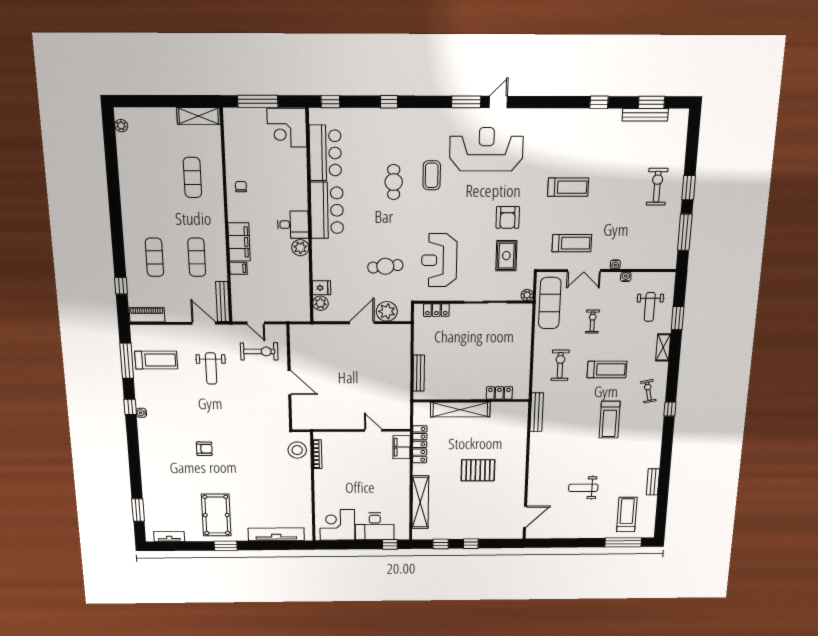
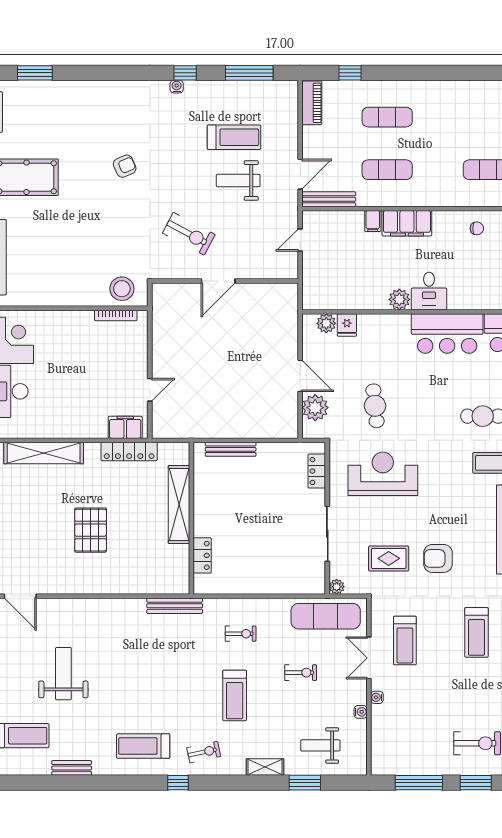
exercise bike: (259, 351) -> (189, 234), moved, turned -62
treadmill: (156, 360) -> (234, 137), moved, turned -90
exercise bike: (560, 365) -> (241, 634), width x0.73, depth x0.72
treadmill: (610, 420) -> (143, 746), moved
armchair: (204, 449) -> (125, 166), turned -113
weight bench: (583, 488) -> (63, 674), width x1.36, depth x1.33

